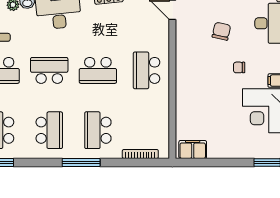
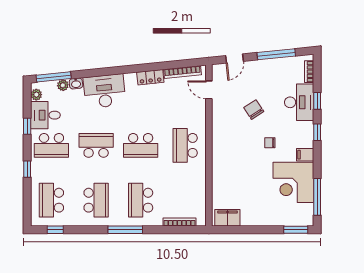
chair: (221, 31) -> (254, 110), turned -46

